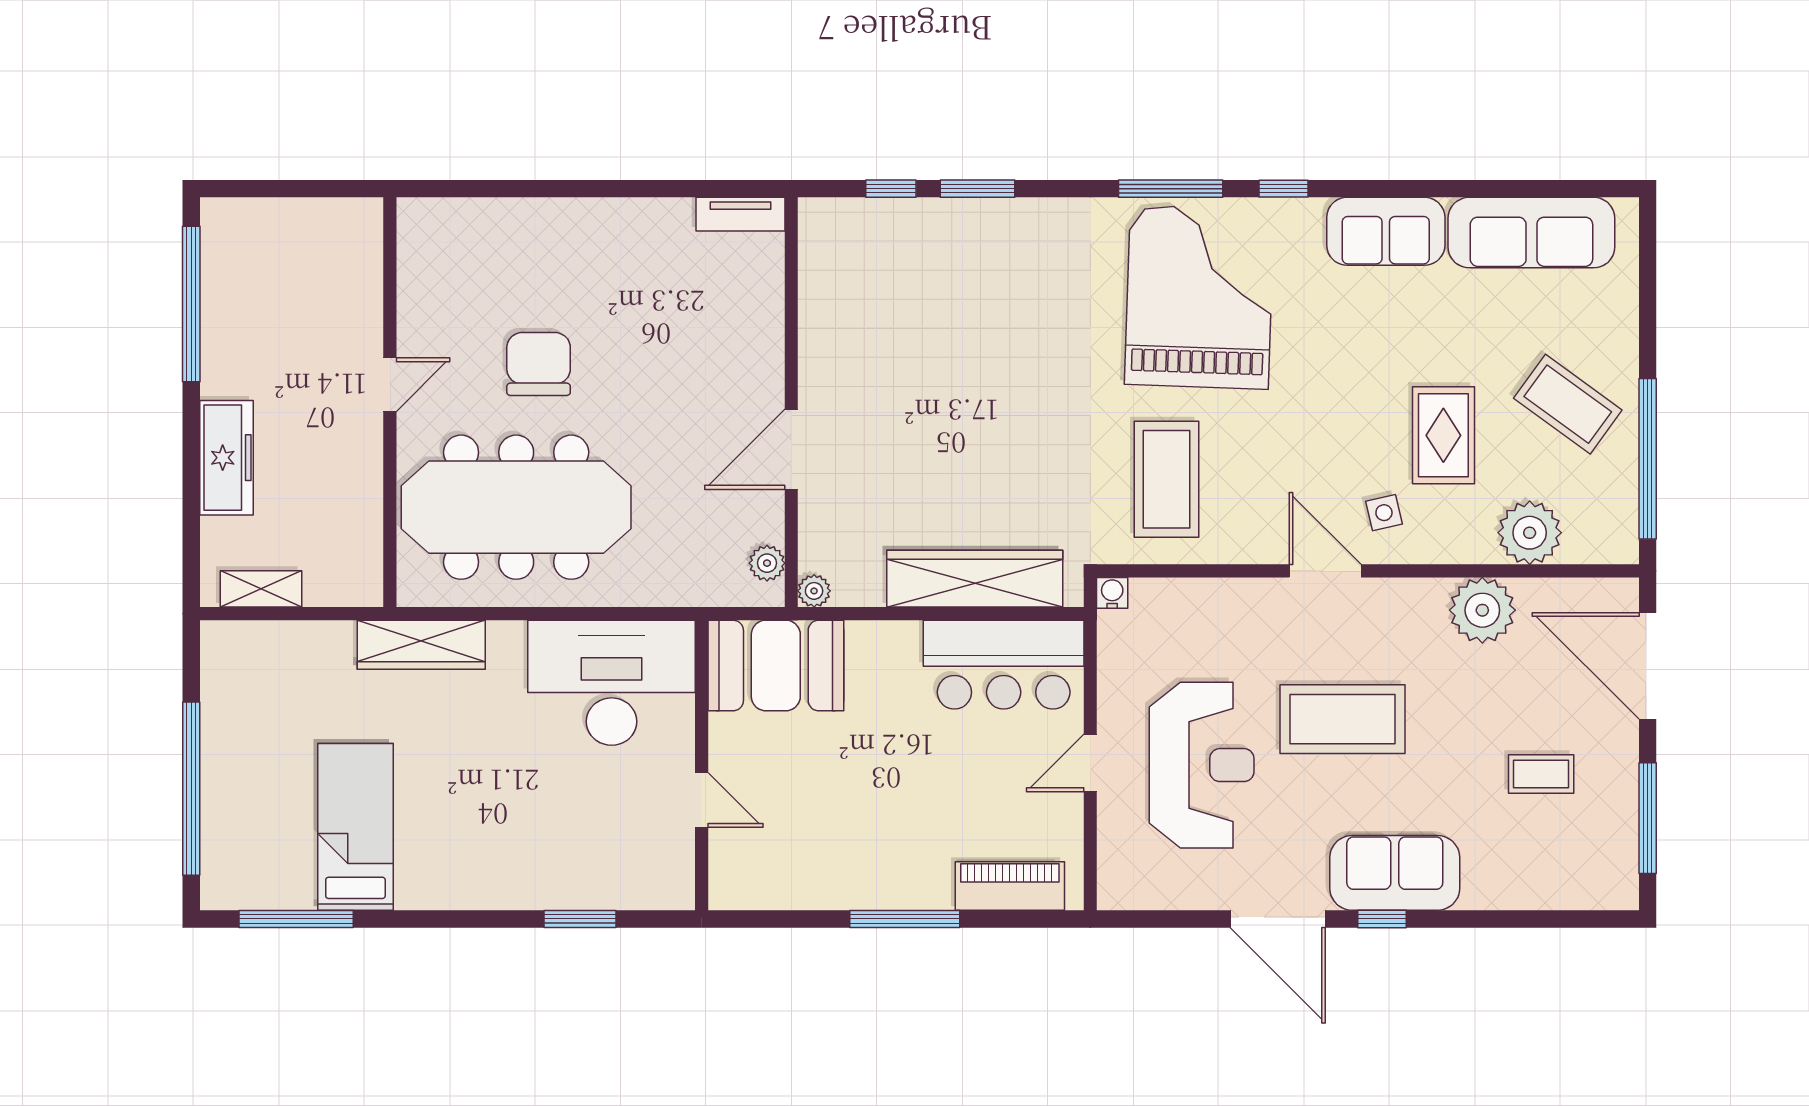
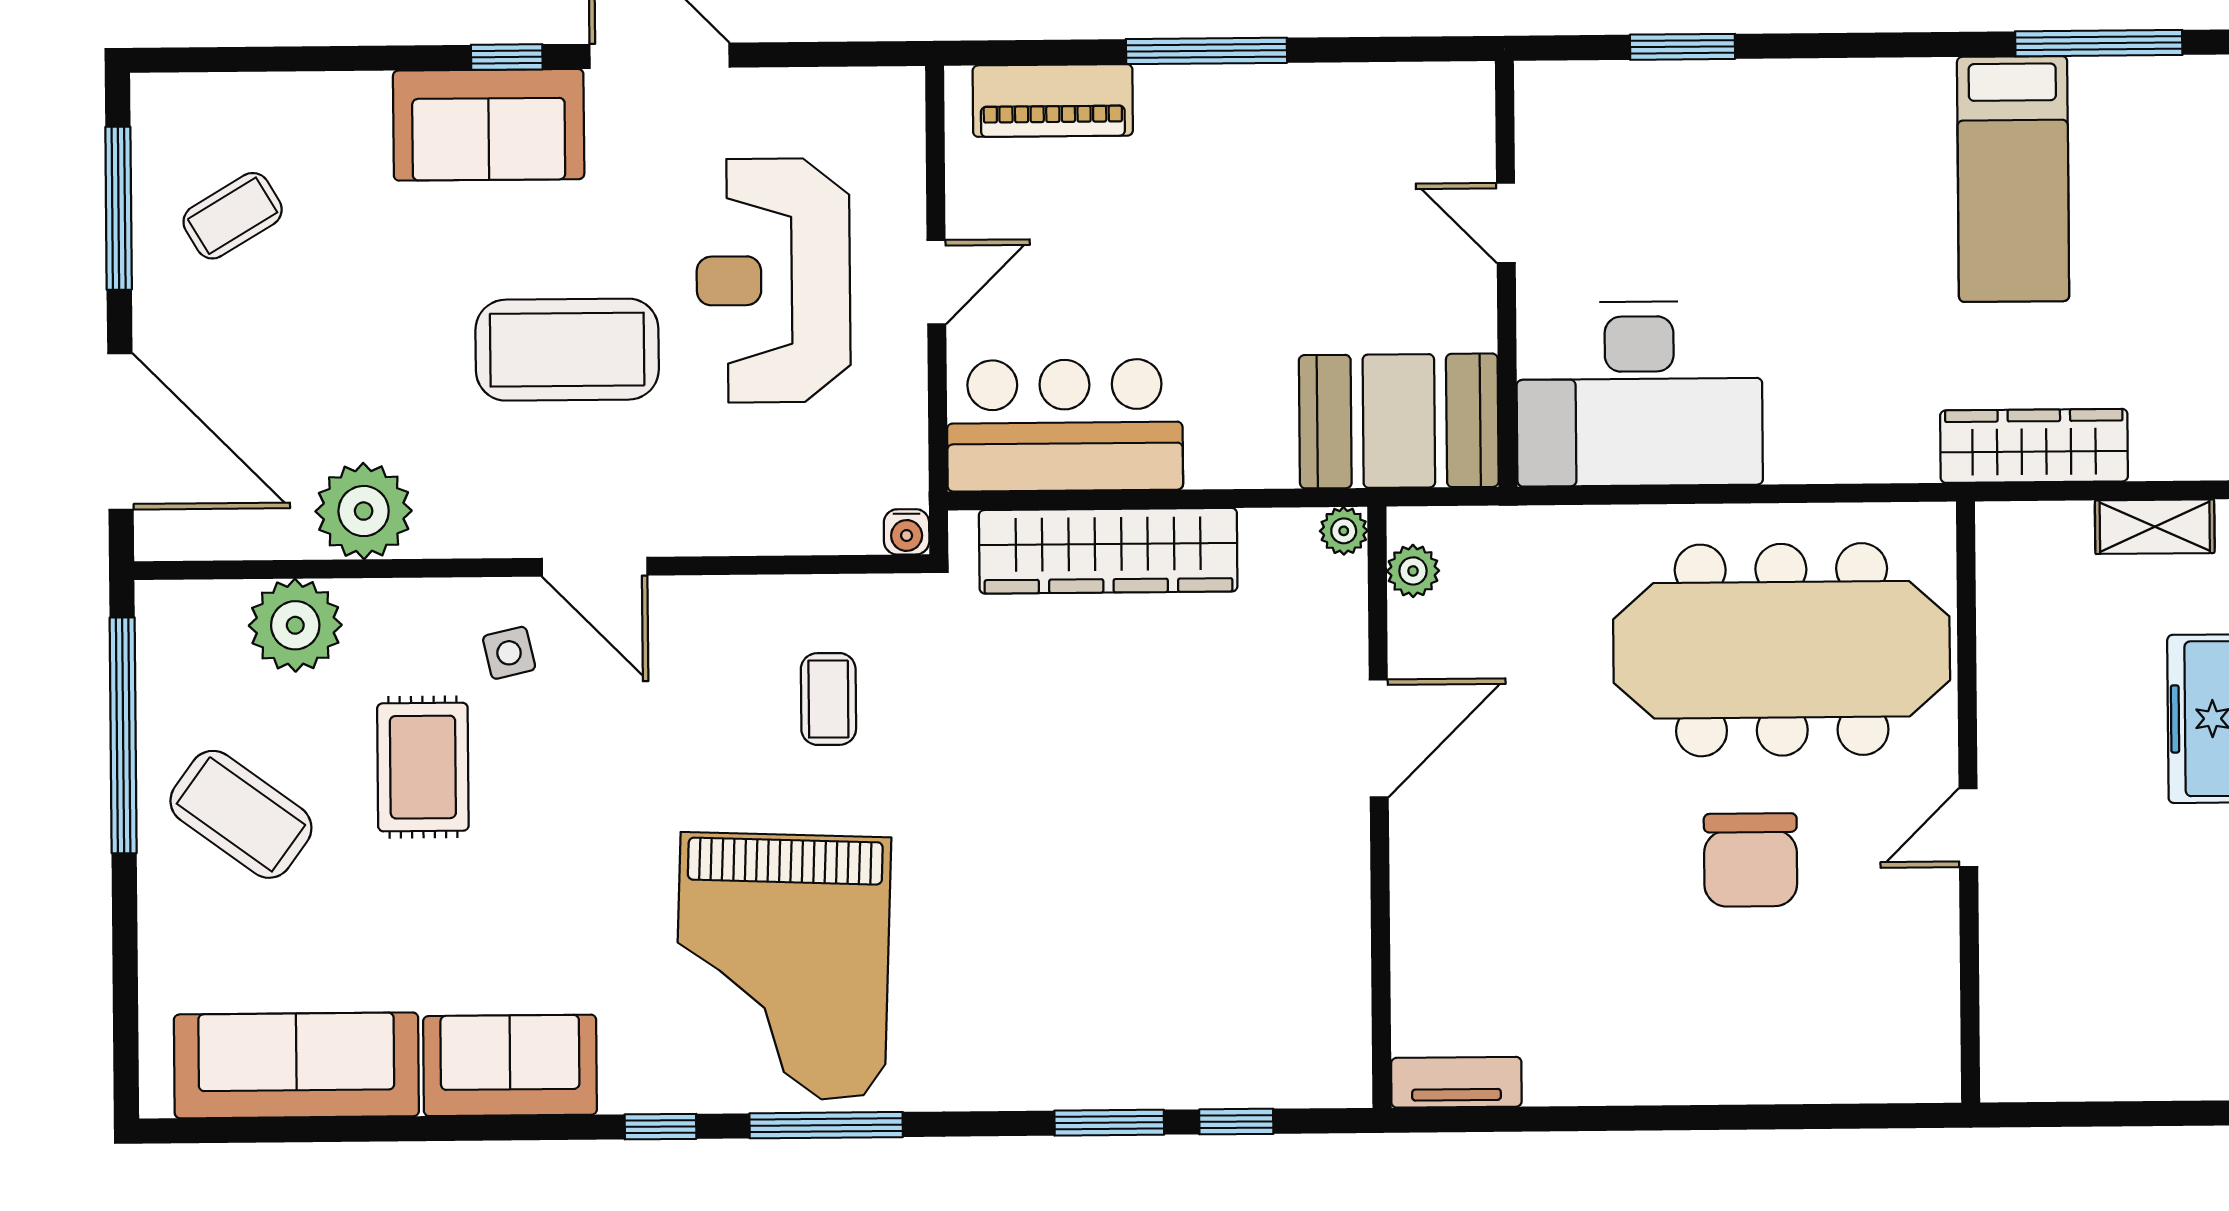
coffee table: (1166, 479) -> (828, 699), width x0.54, depth x0.58
wardrobe: (421, 645) -> (2034, 446), moved
coffee table: (1541, 774) -> (233, 216), moved, turned -31

